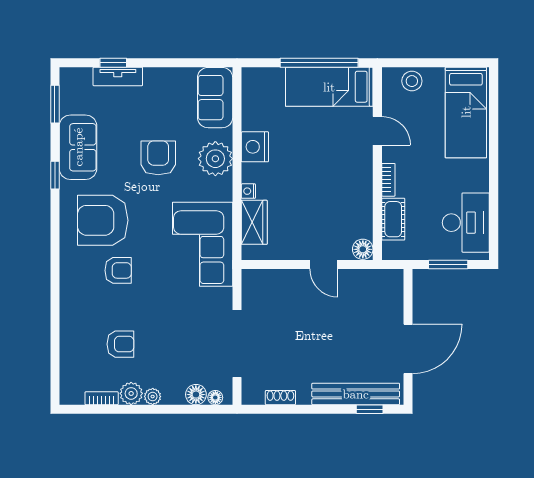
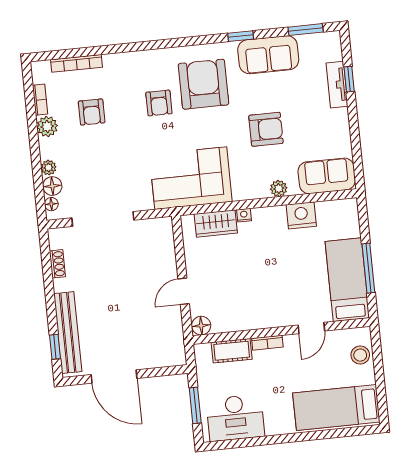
window: (319, 63) -> (368, 268), width x0.68
nightstand: (255, 147) -> (301, 215), moved
plant: (215, 159) -> (279, 189), width x0.53, depth x0.53
bookcase: (66, 355) -> (76, 63), added
plant: (153, 397) -> (49, 168), moved

